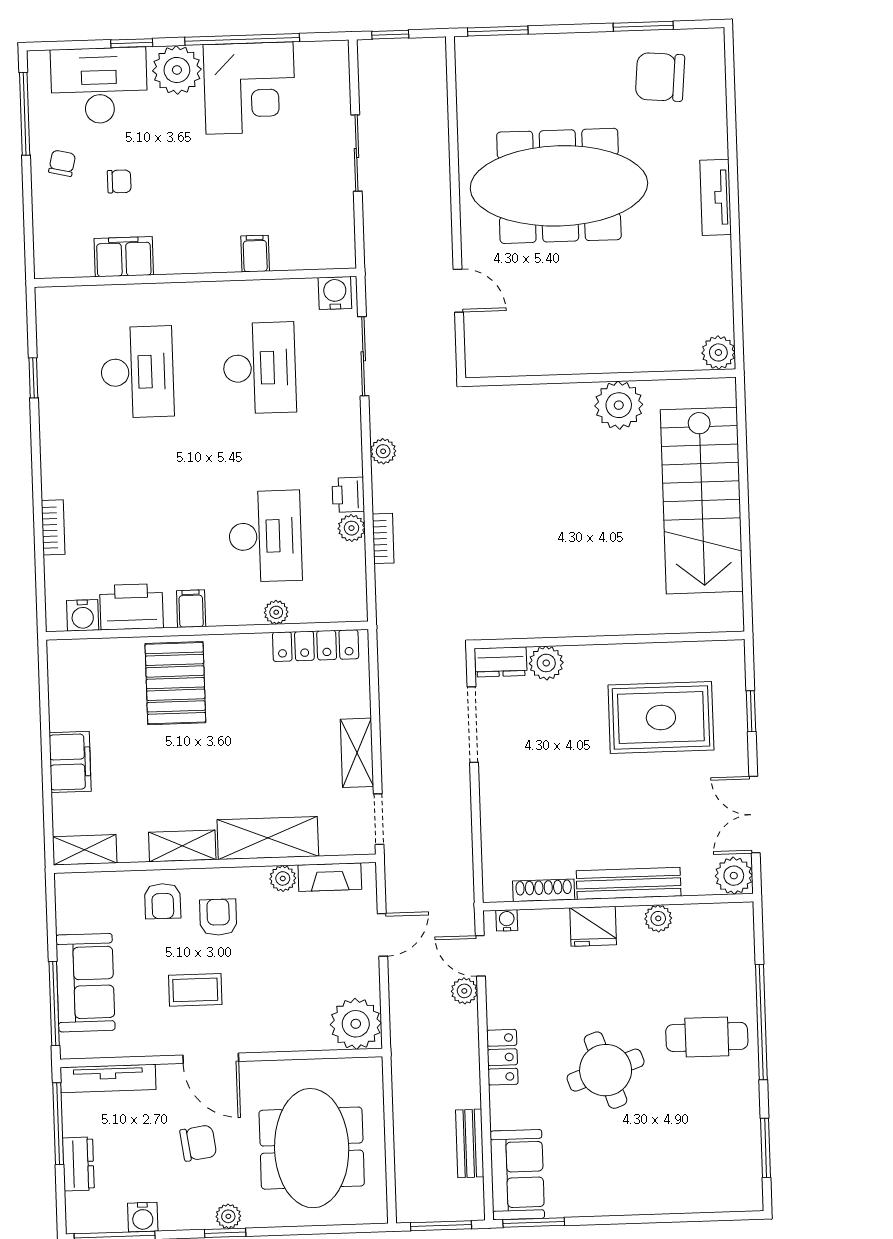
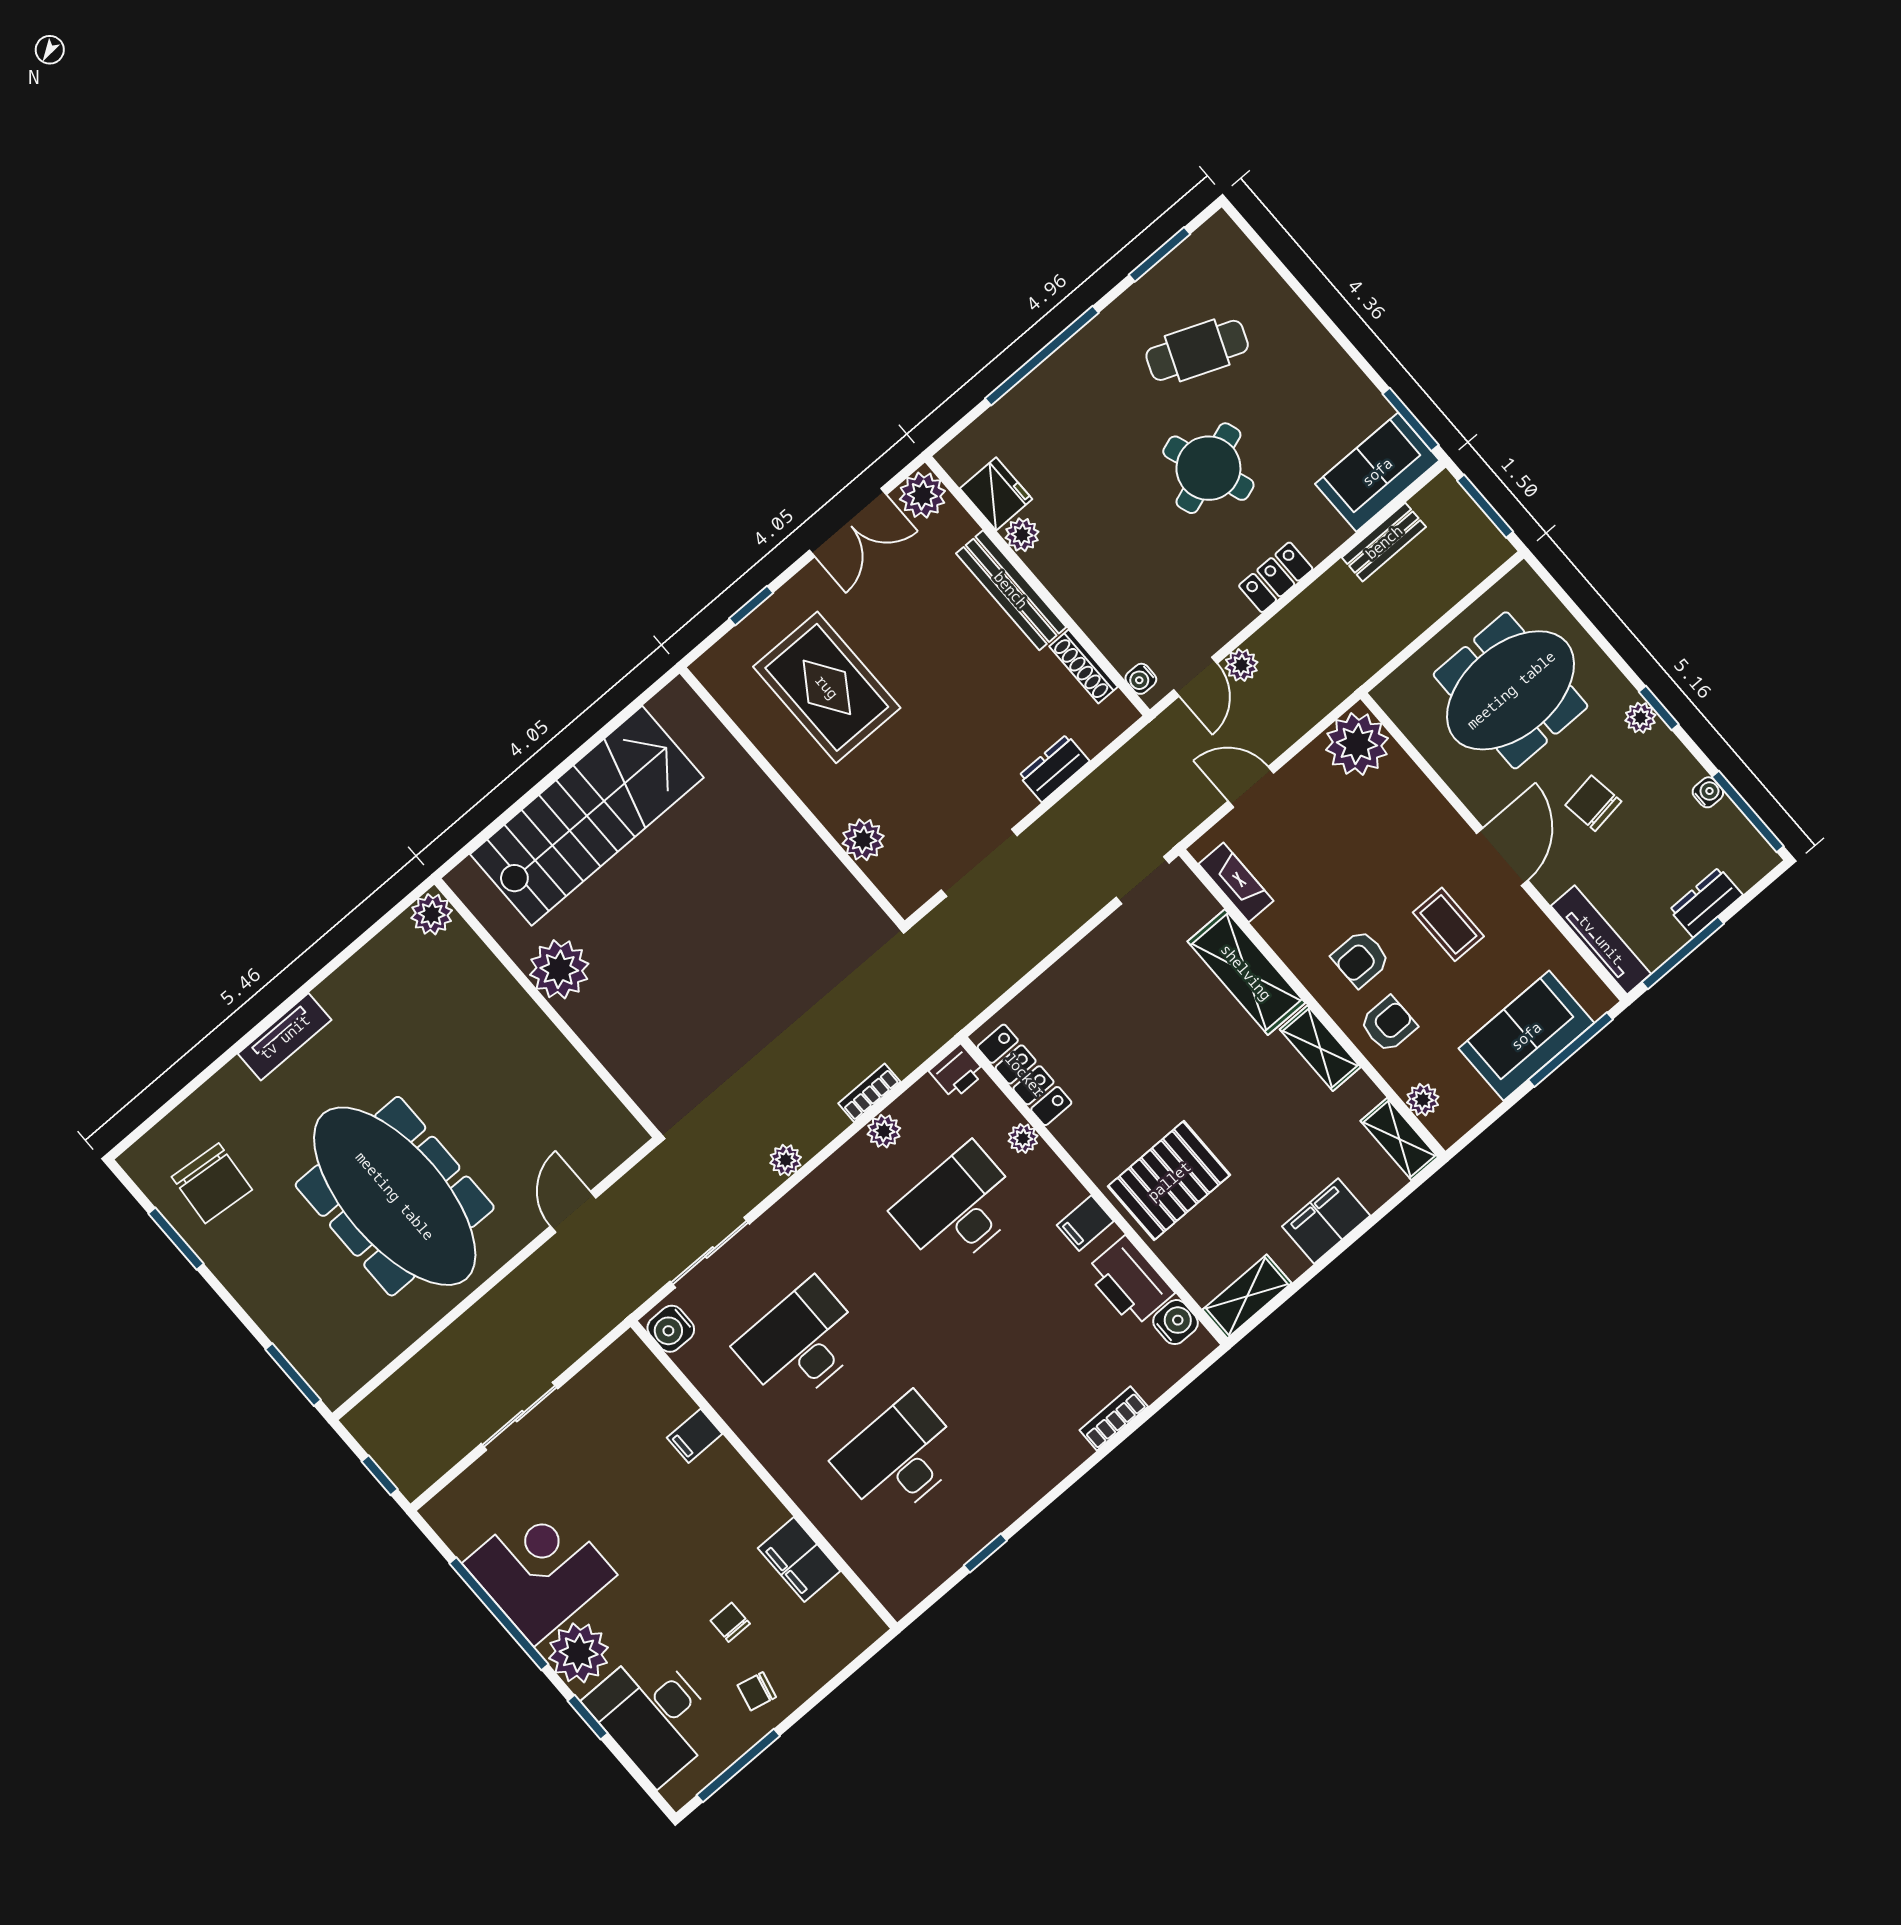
printer: (348, 495) -> (957, 1072), moved
dresser: (501, 662) -> (1054, 768), moved, turned -90
shelving: (357, 753) -> (1247, 1296), moved
plant: (283, 878) -> (1423, 1100), moved
fridge: (593, 926) -> (996, 494), moved
cafe table: (707, 1037) -> (1197, 350), moved, turned -68
water cooler: (143, 1217) -> (1708, 792), width x0.72, depth x0.72

